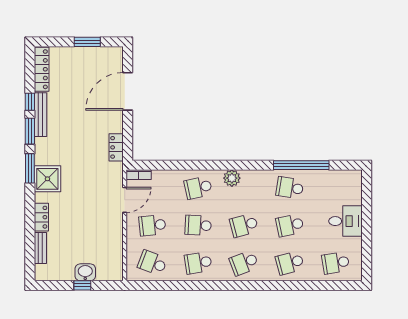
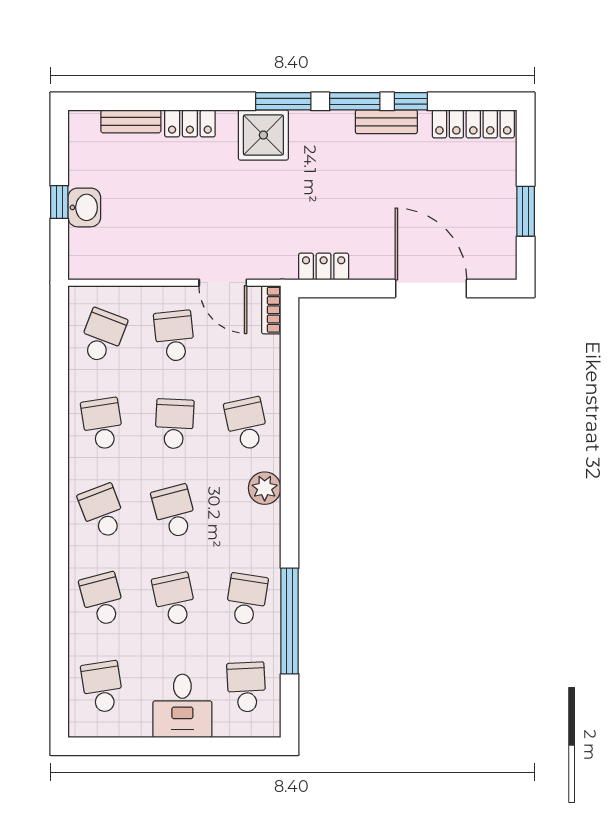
bench: (41, 115) -> (386, 122), width x0.73
school desk: (336, 188) -> (246, 687), added

